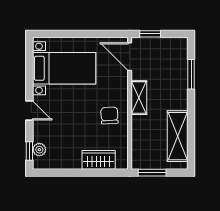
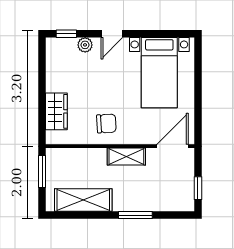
window: (150, 34) -> (198, 188), moved
window: (191, 74) -> (135, 215), moved
plant: (39, 150) -> (85, 45), moved

